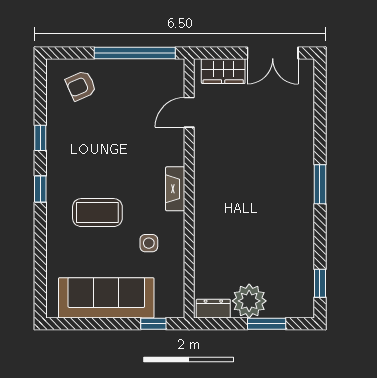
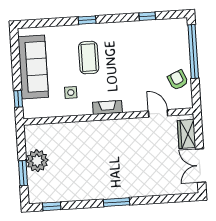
window: (135, 53) -> (193, 51), moved
armchair: (81, 86) -> (178, 80), moved
window: (40, 138) -> (147, 16), moved
window: (40, 189) -> (87, 20), moved
dresser: (213, 309) -> (31, 138), removed

